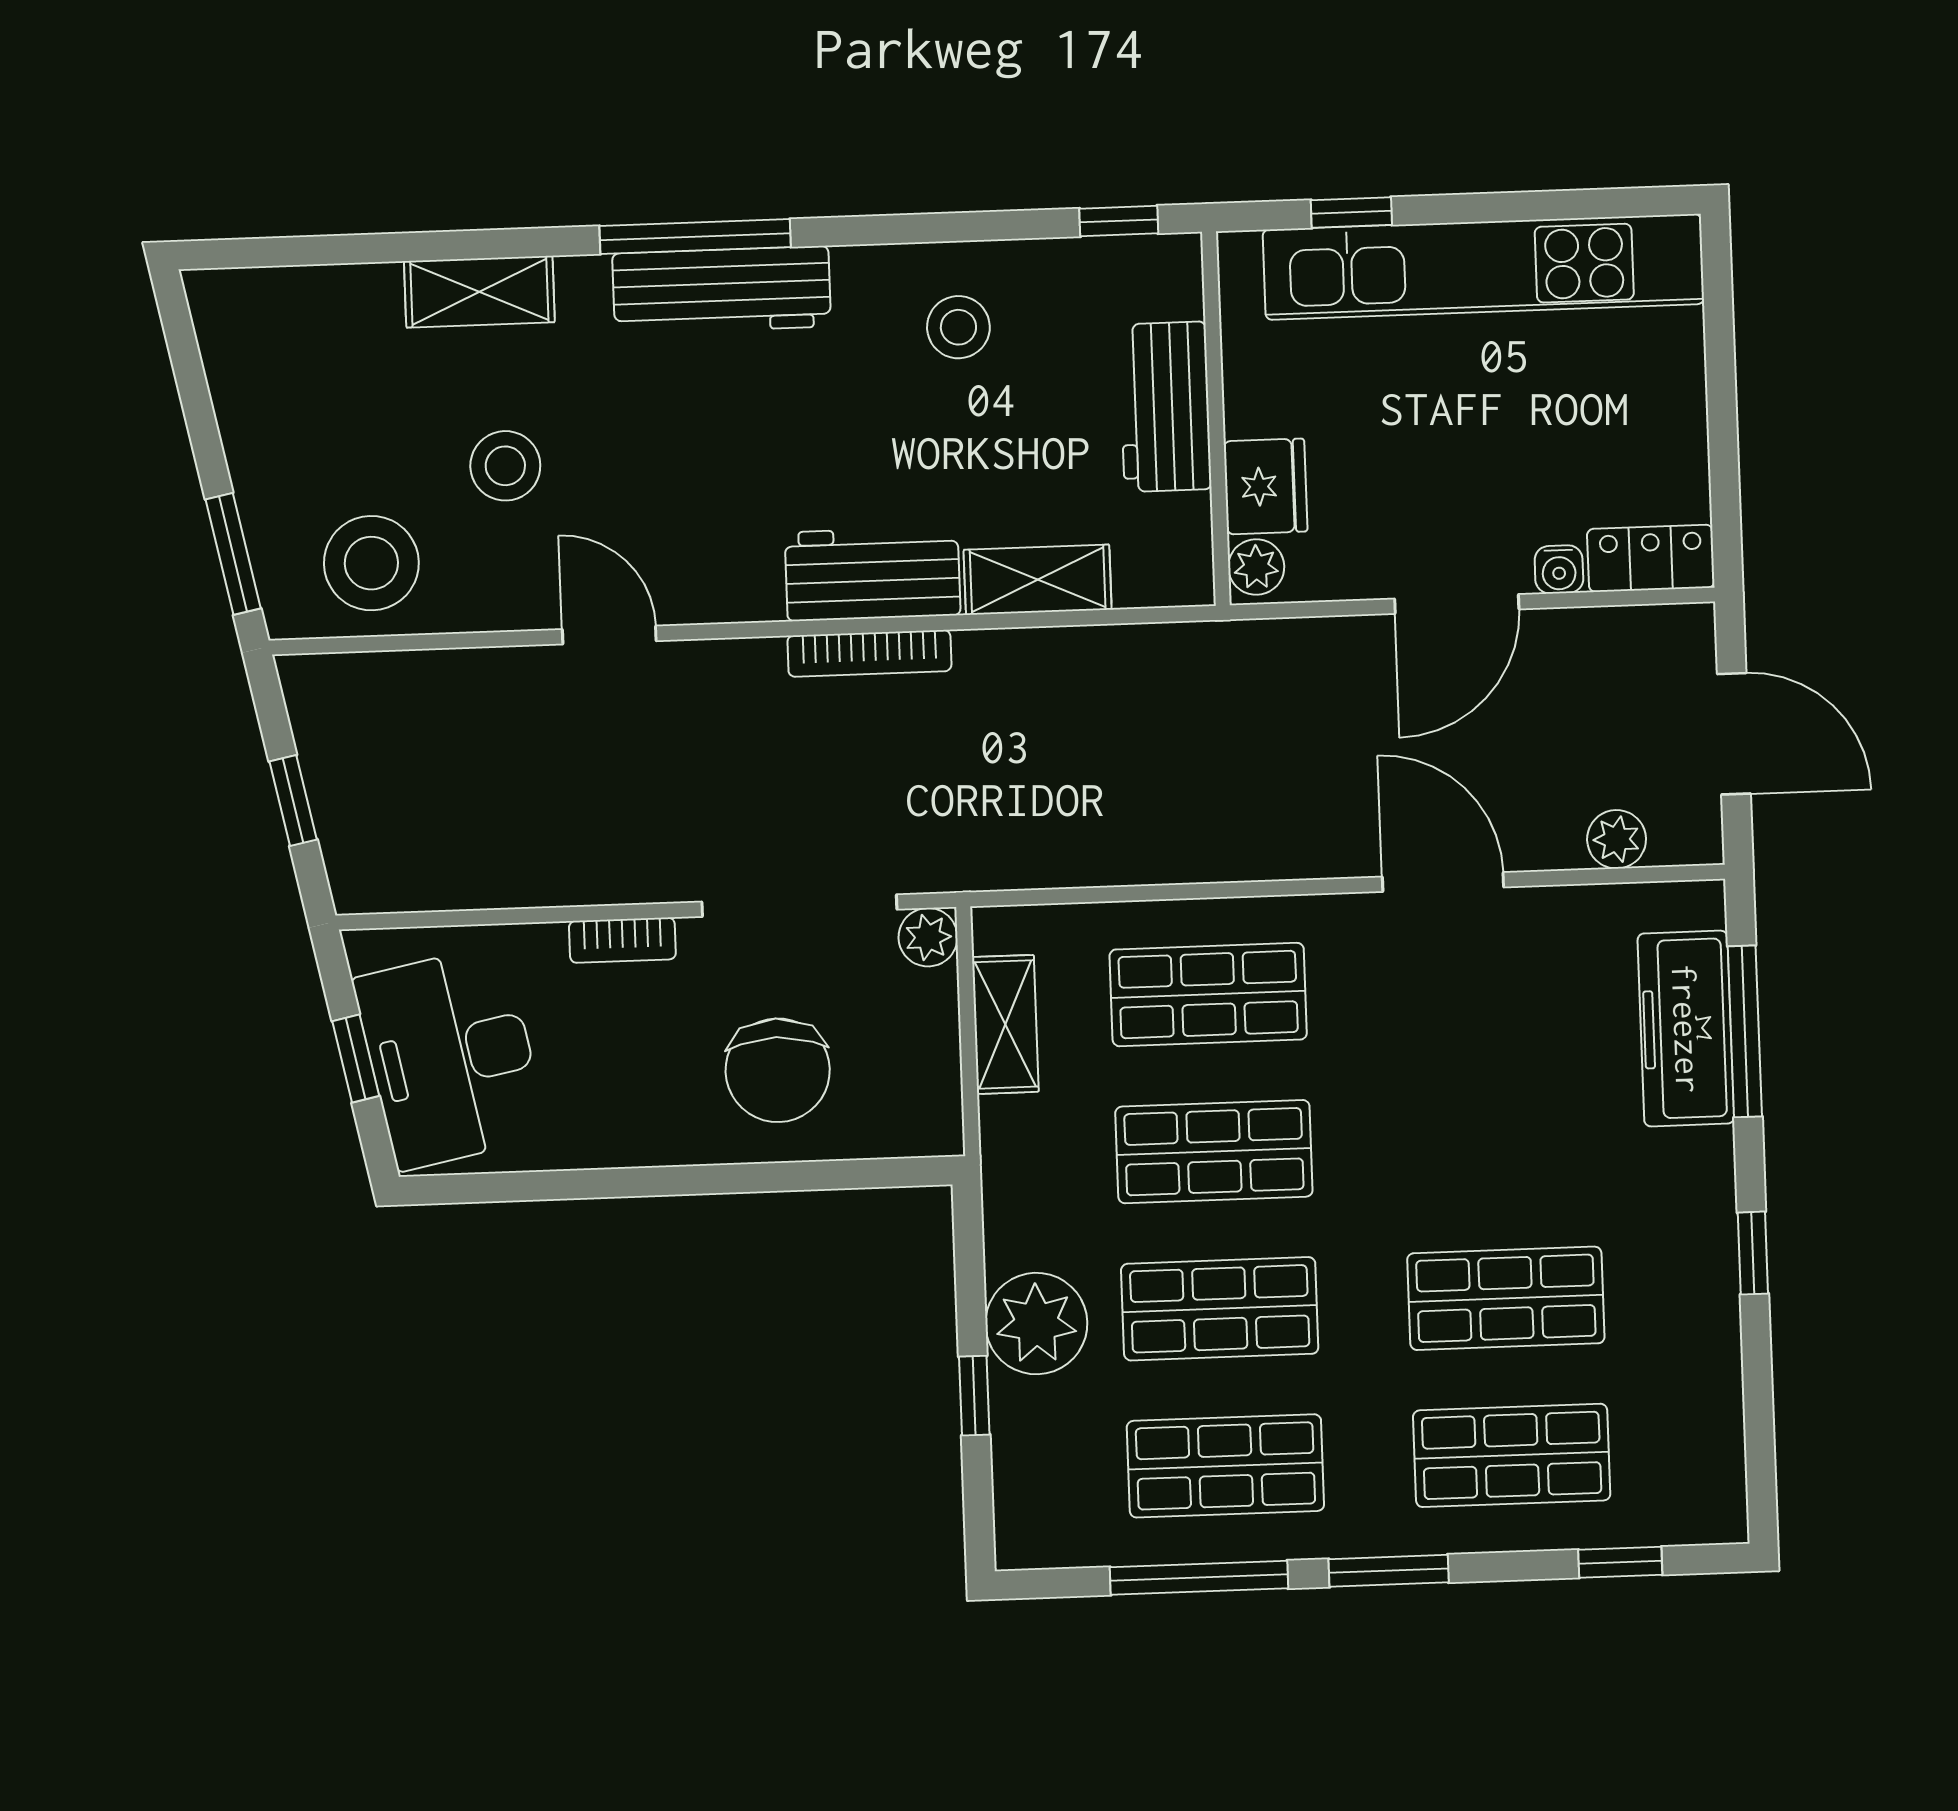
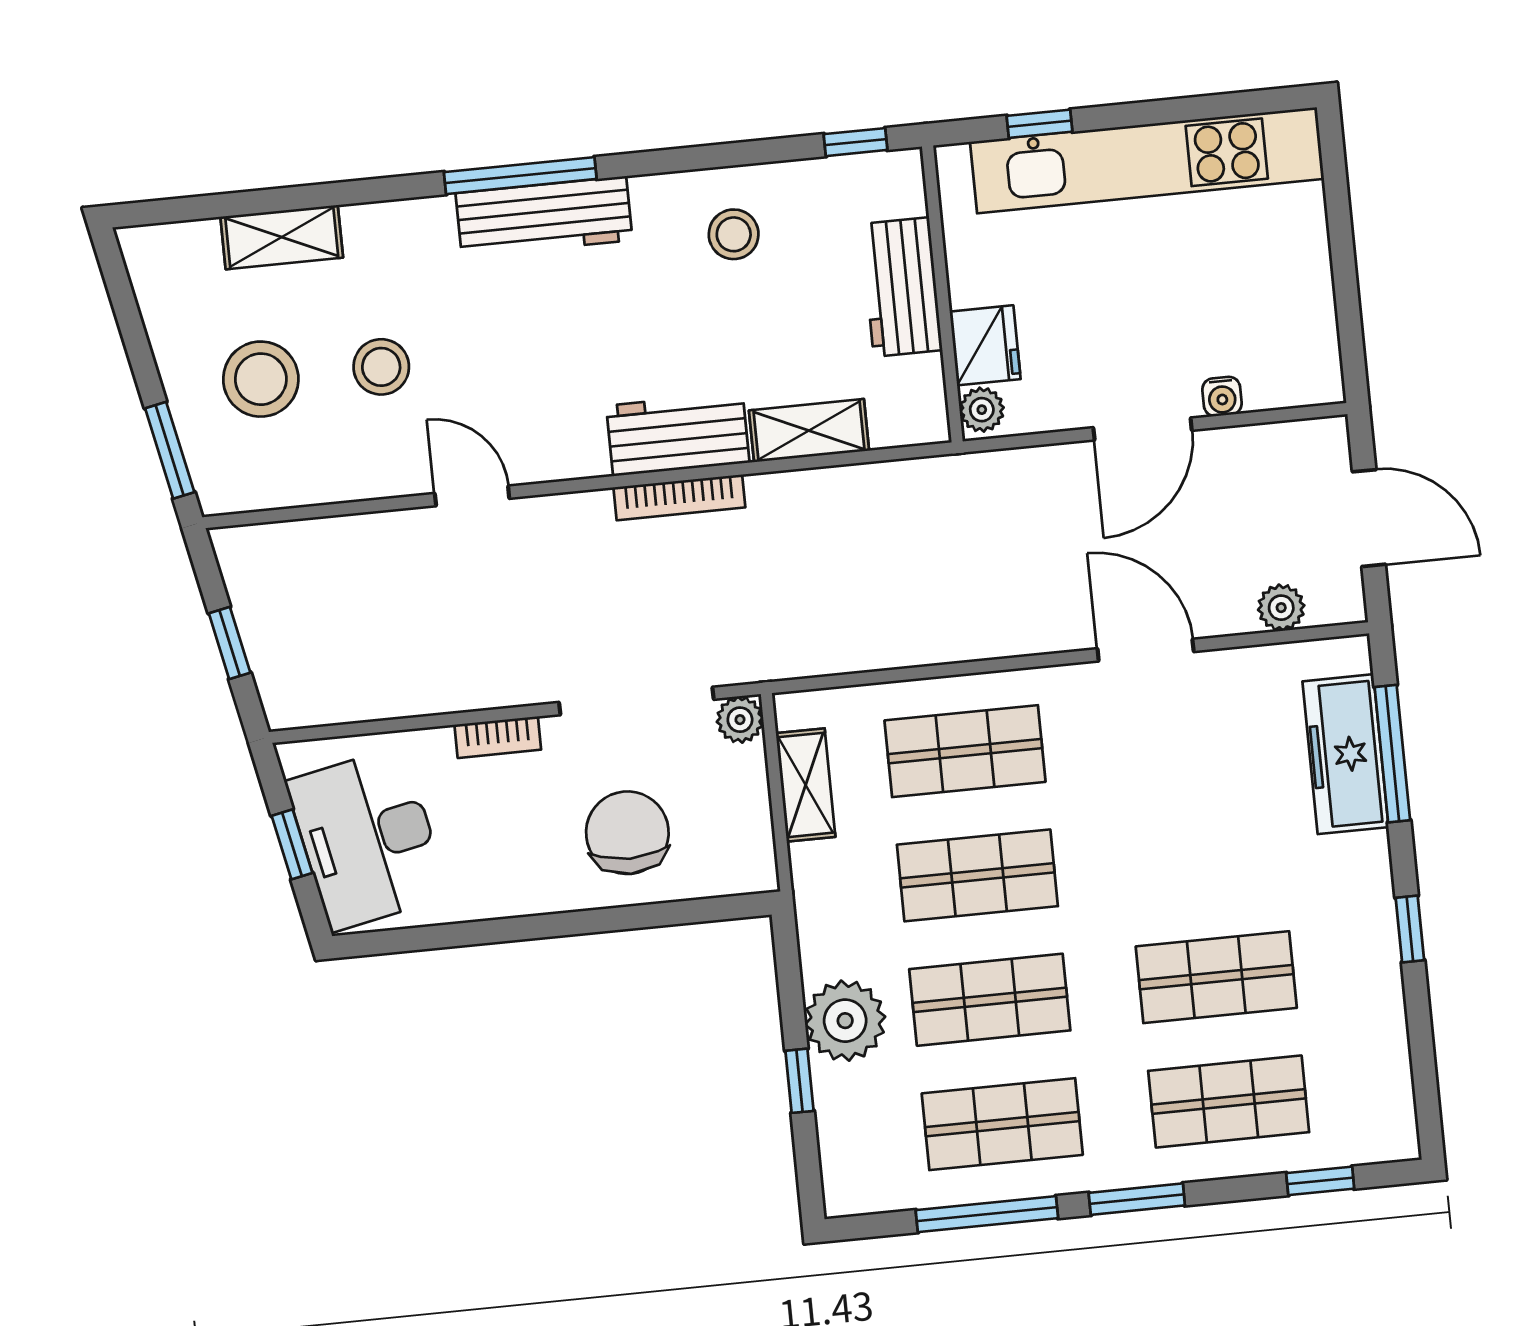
shelving: (479, 292) -> (282, 237), moved
locker: (1651, 558) -> (1294, 383), removed
stool: (371, 563) -> (261, 379), moved
chair: (778, 1070) -> (627, 833), turned 180

